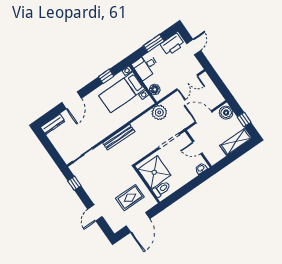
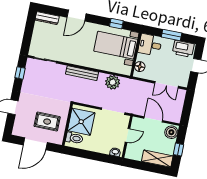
plant: (159, 112) -> (113, 82), moved
door: (197, 147) -> (128, 135), swing flipped

